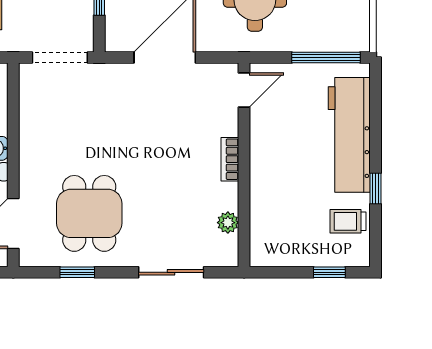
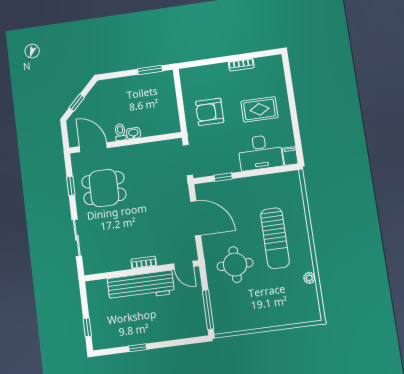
workbench: (349, 135) -> (141, 286), moved, turned 180
trolley: (348, 221) -> (117, 334), removed
plant: (228, 223) -> (108, 266), removed

